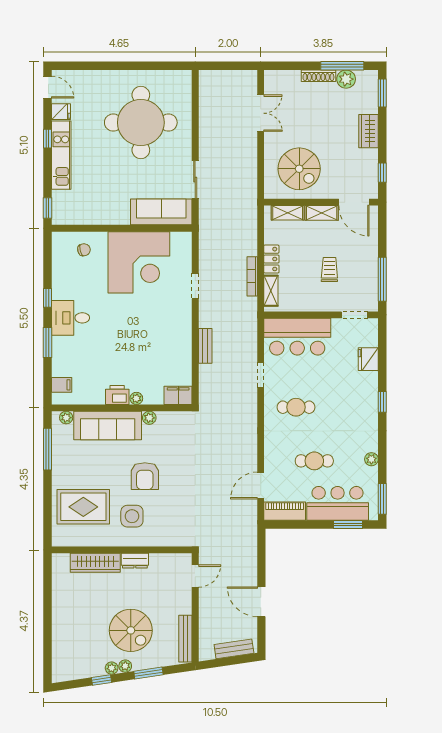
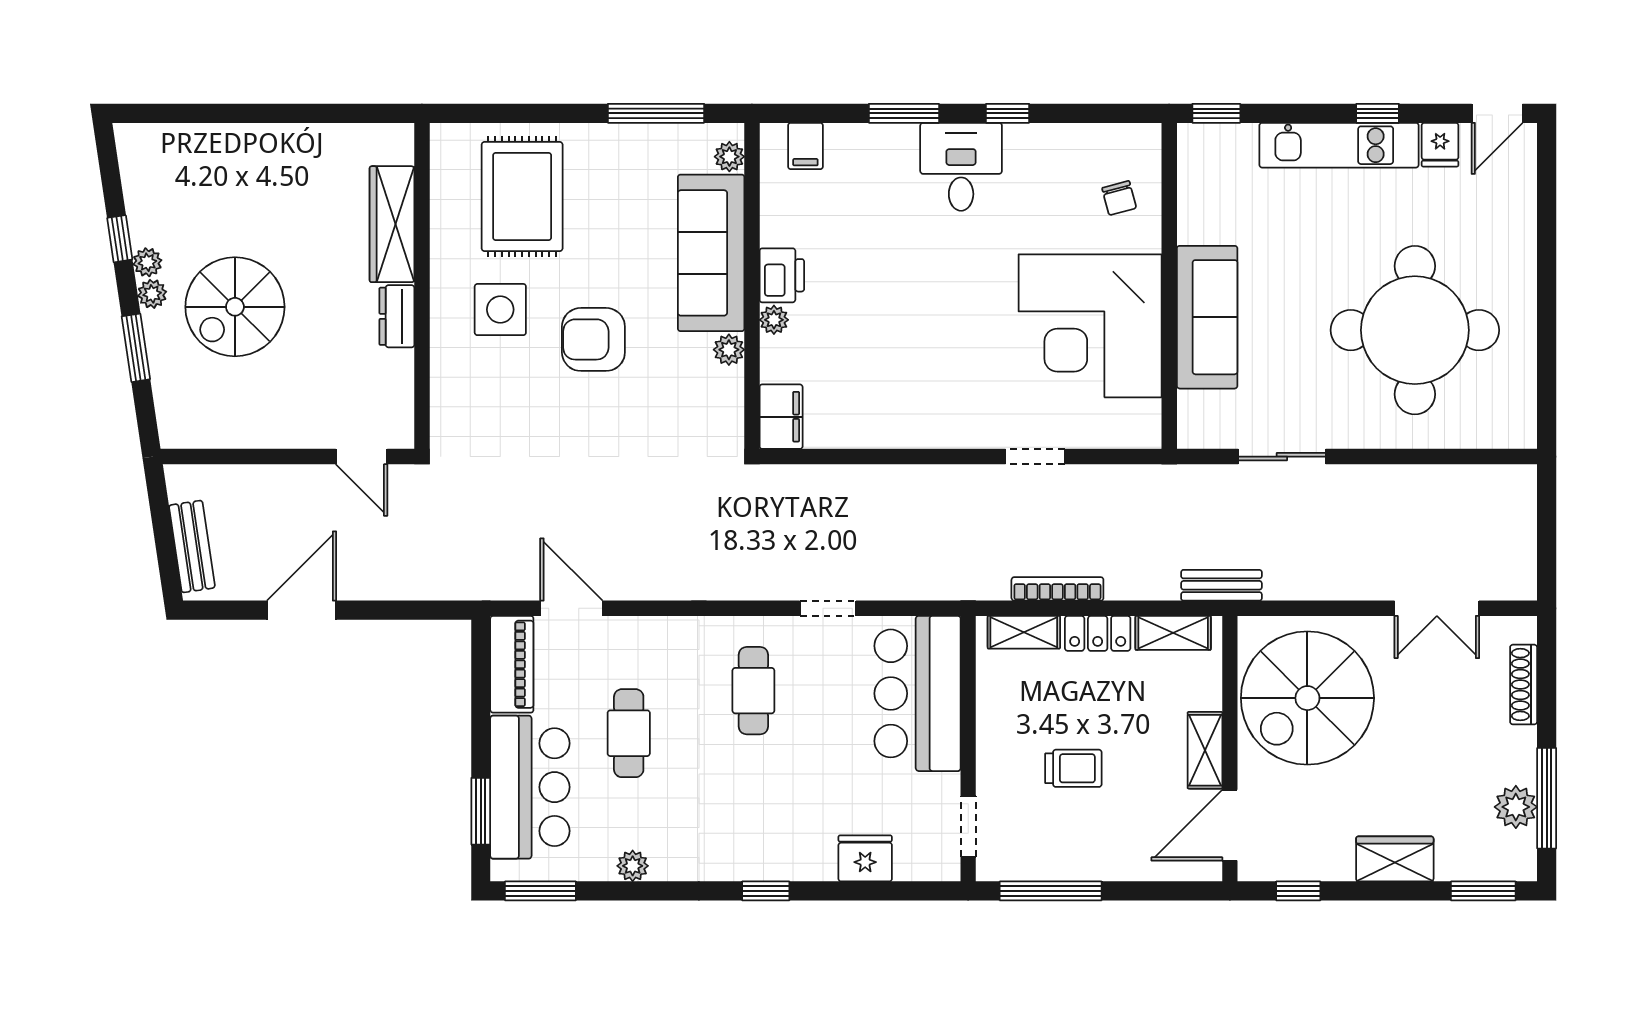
shoe rack: (318, 76) -> (1524, 685), moved
spiral stairs: (299, 169) -> (1307, 698), width x1.37, depth x1.37
sofa: (161, 212) -> (1207, 317), moved
shelving: (288, 213) -> (1173, 633), moved, turned 90
bench: (205, 346) -> (1221, 585), moved
bench: (185, 639) -> (216, 434), removed

